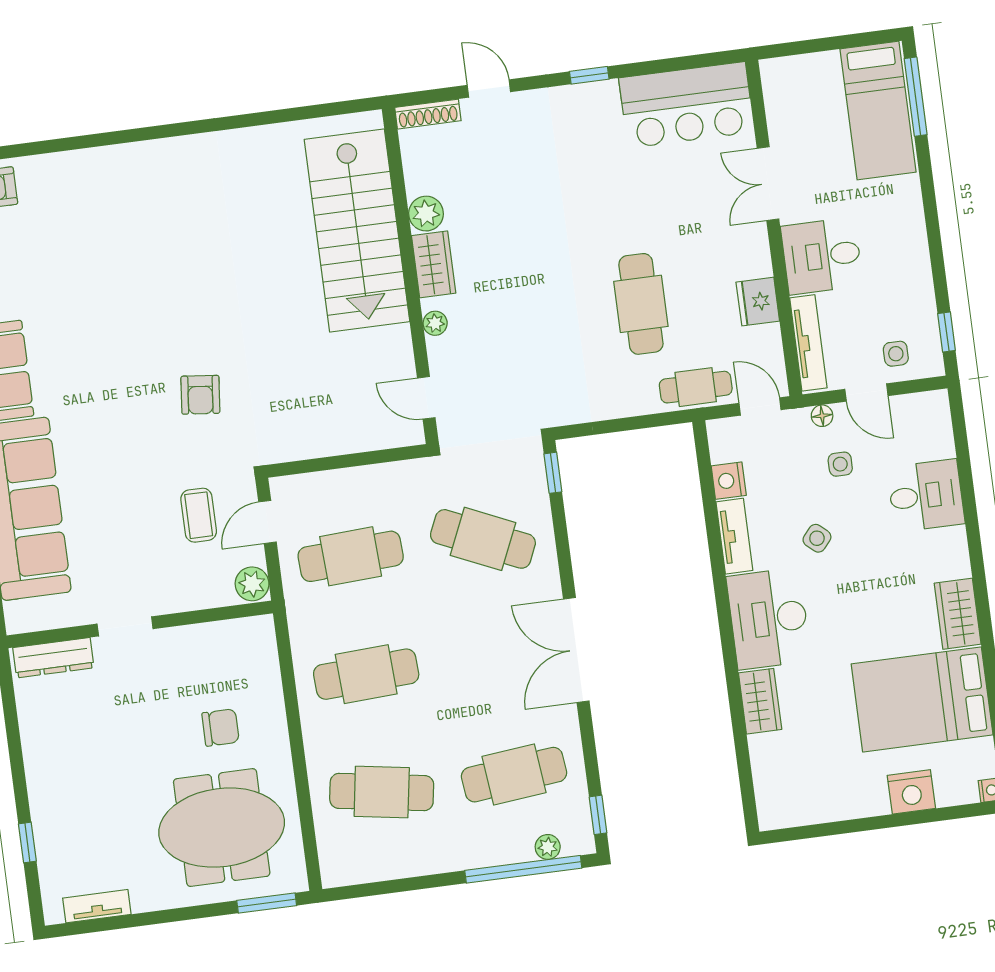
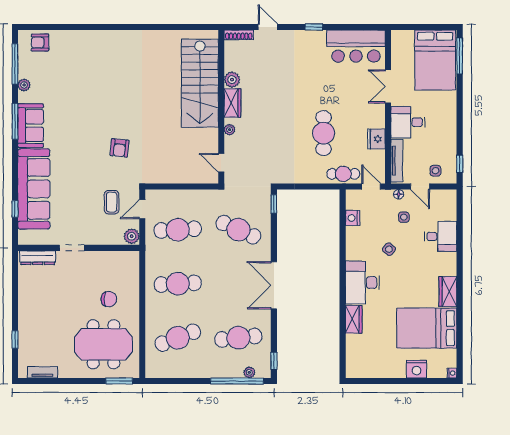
bed: (878, 110) -> (435, 60), width x1.50
tv unit: (734, 536) -> (352, 243), removed
cafe table: (382, 792) -> (178, 338), turned -30

